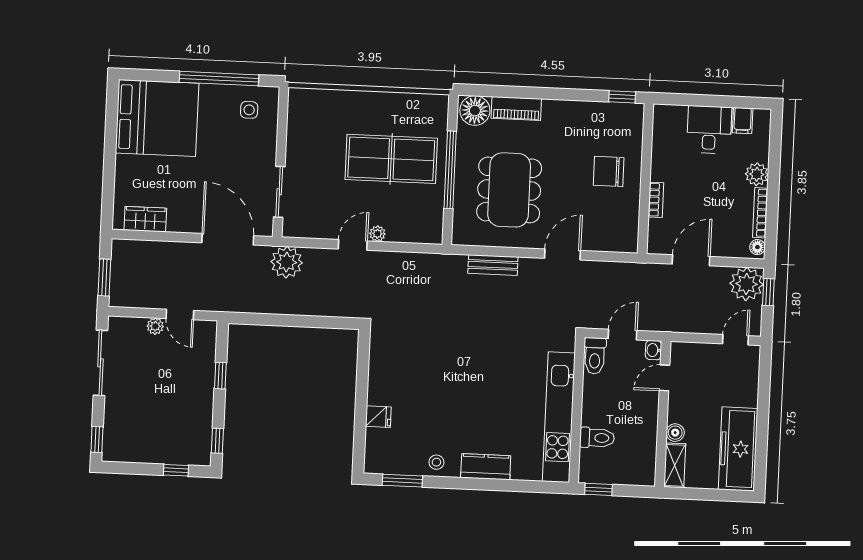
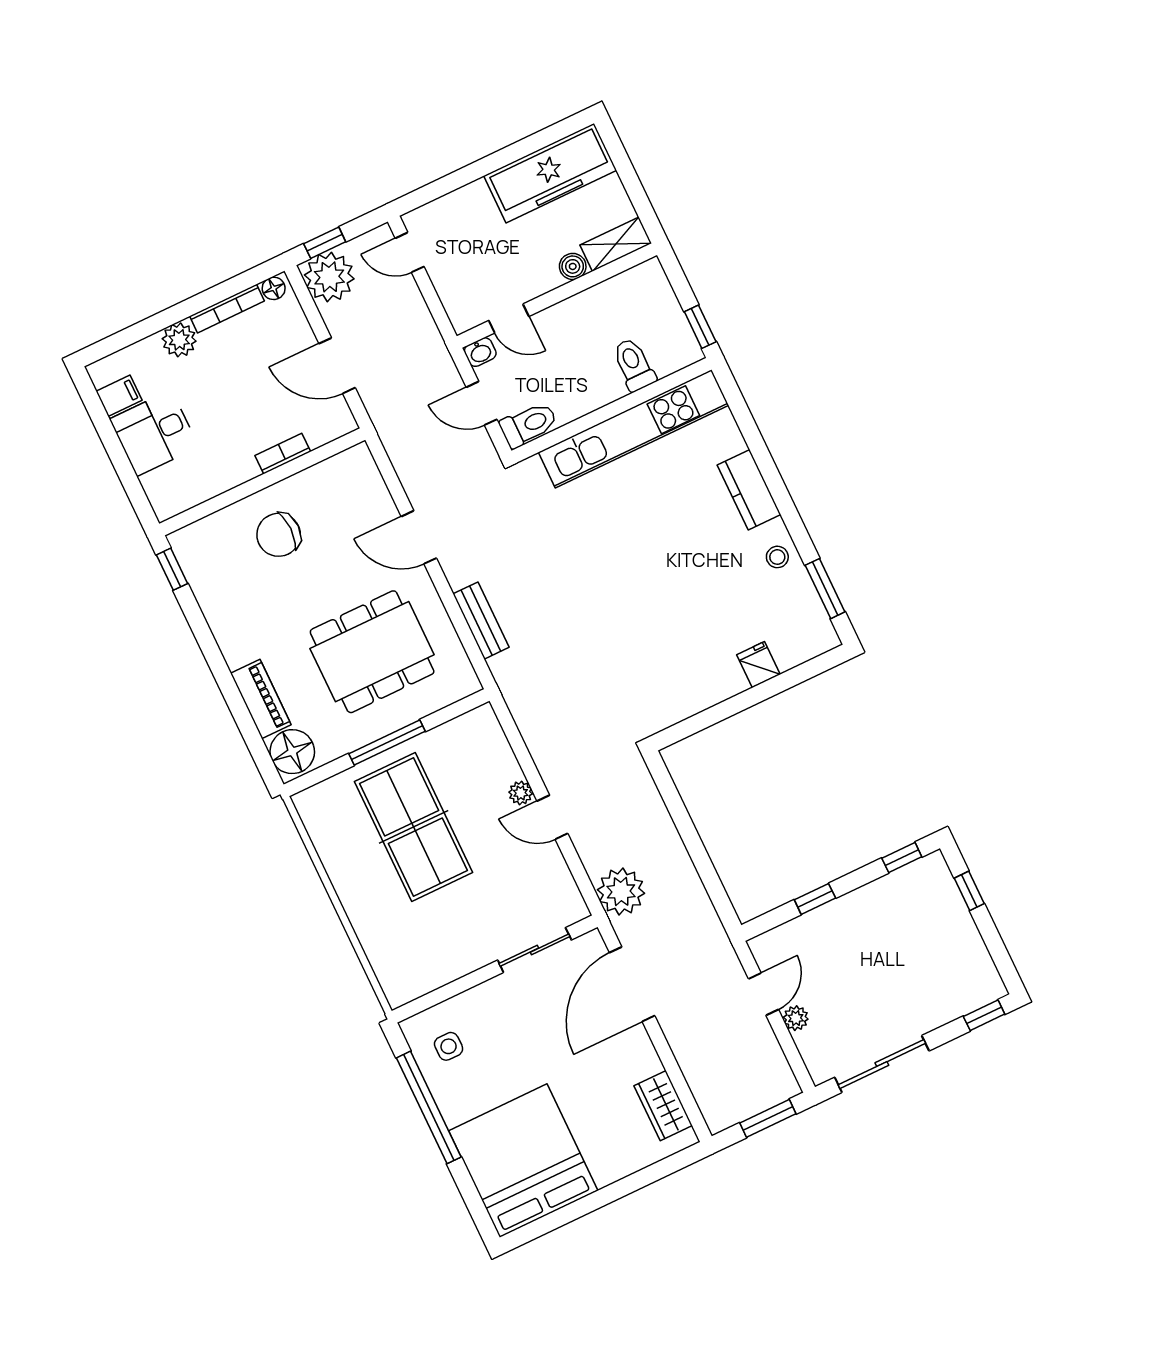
window: (450, 170) -> (387, 742), width x0.68
chair: (609, 171) -> (279, 535), turned 90

